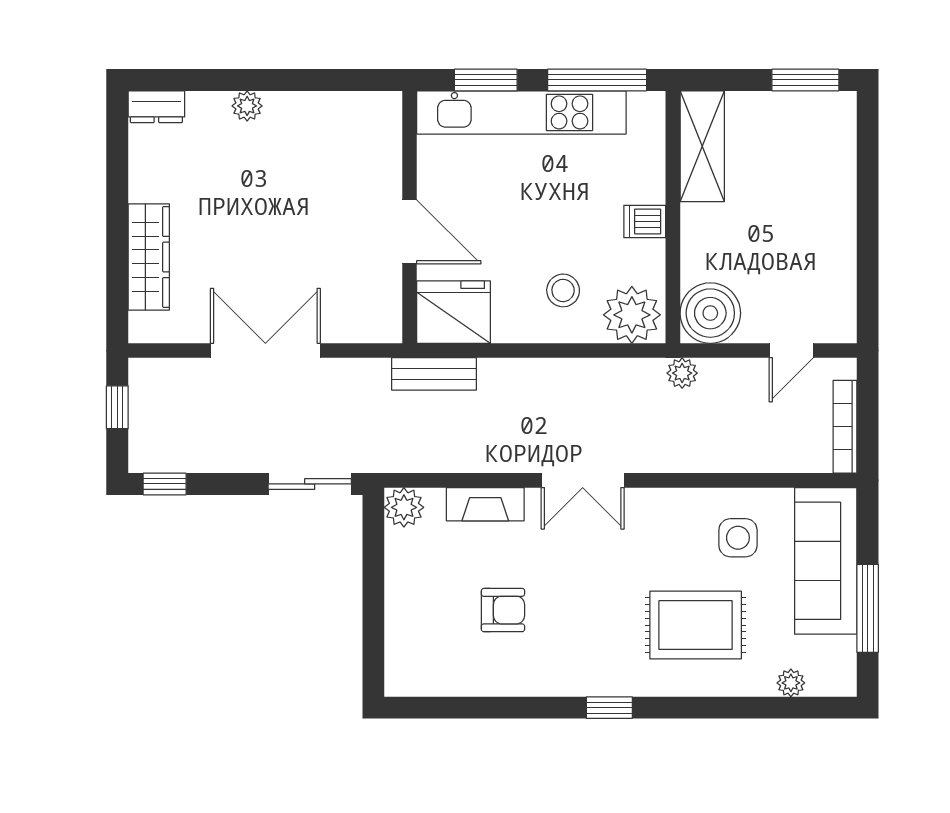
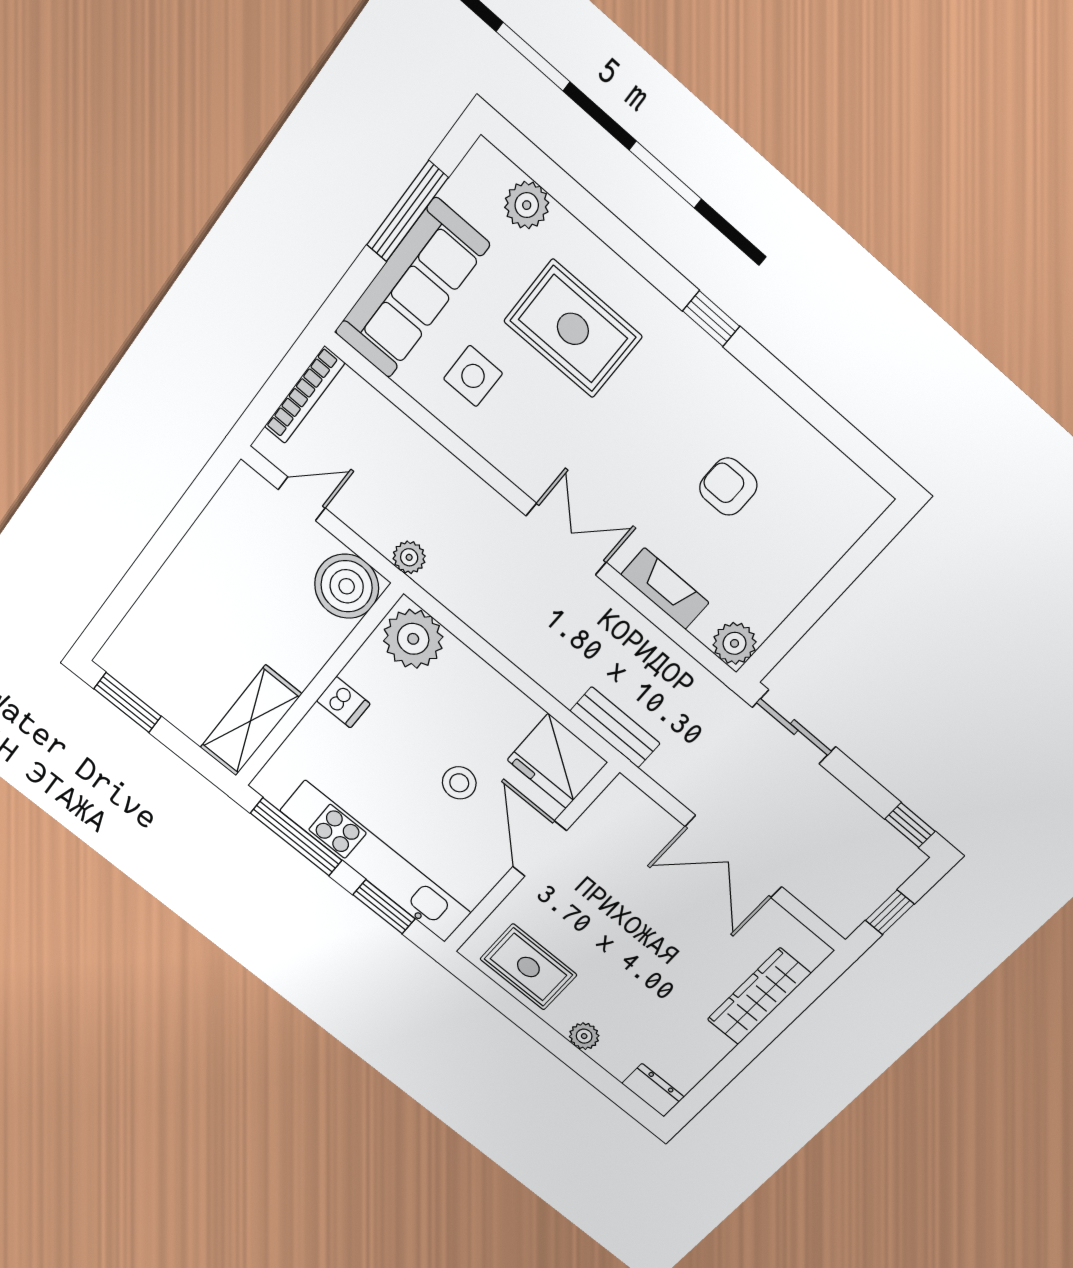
rug: (337, 127) -> (528, 967), added
stool: (563, 290) -> (459, 783), moved
plant: (791, 683) -> (527, 205), width x1.38, depth x1.38

